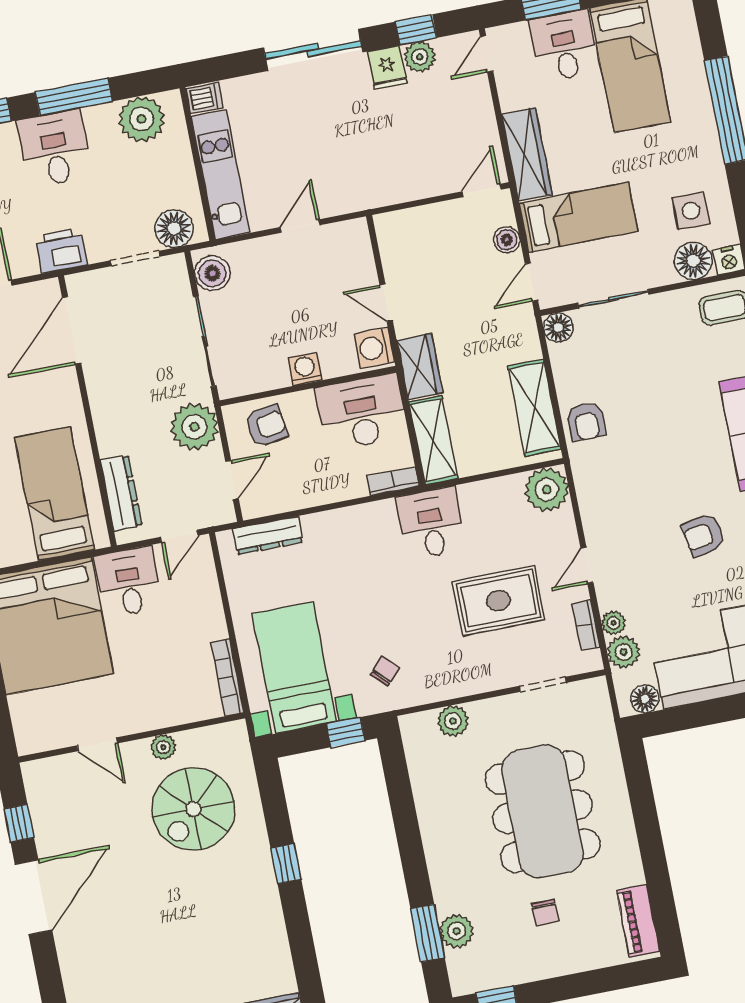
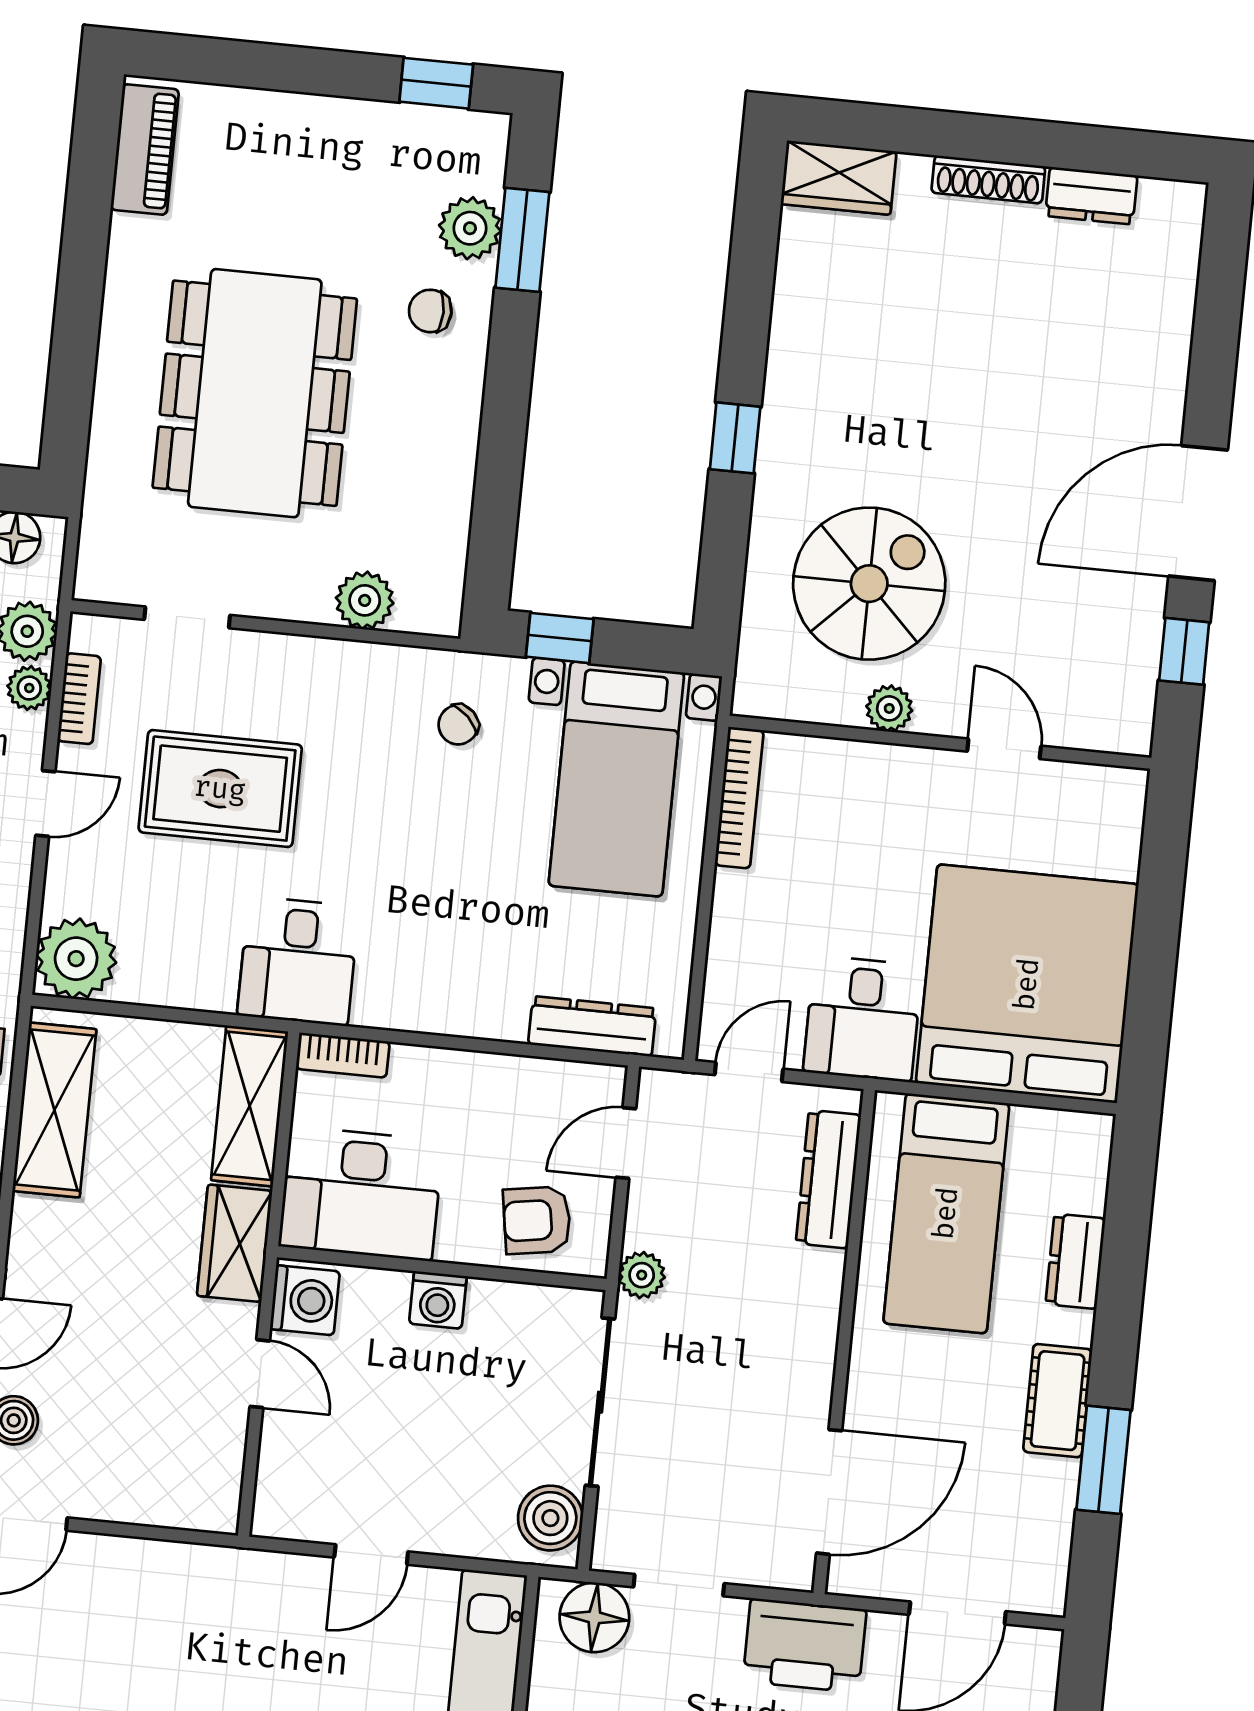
printer: (61, 251) -> (805, 1645), width x1.37, depth x1.19
plant: (194, 427) -> (642, 1275), width x0.53, depth x0.53
chair: (545, 913) -> (430, 311), moved, turned -90

